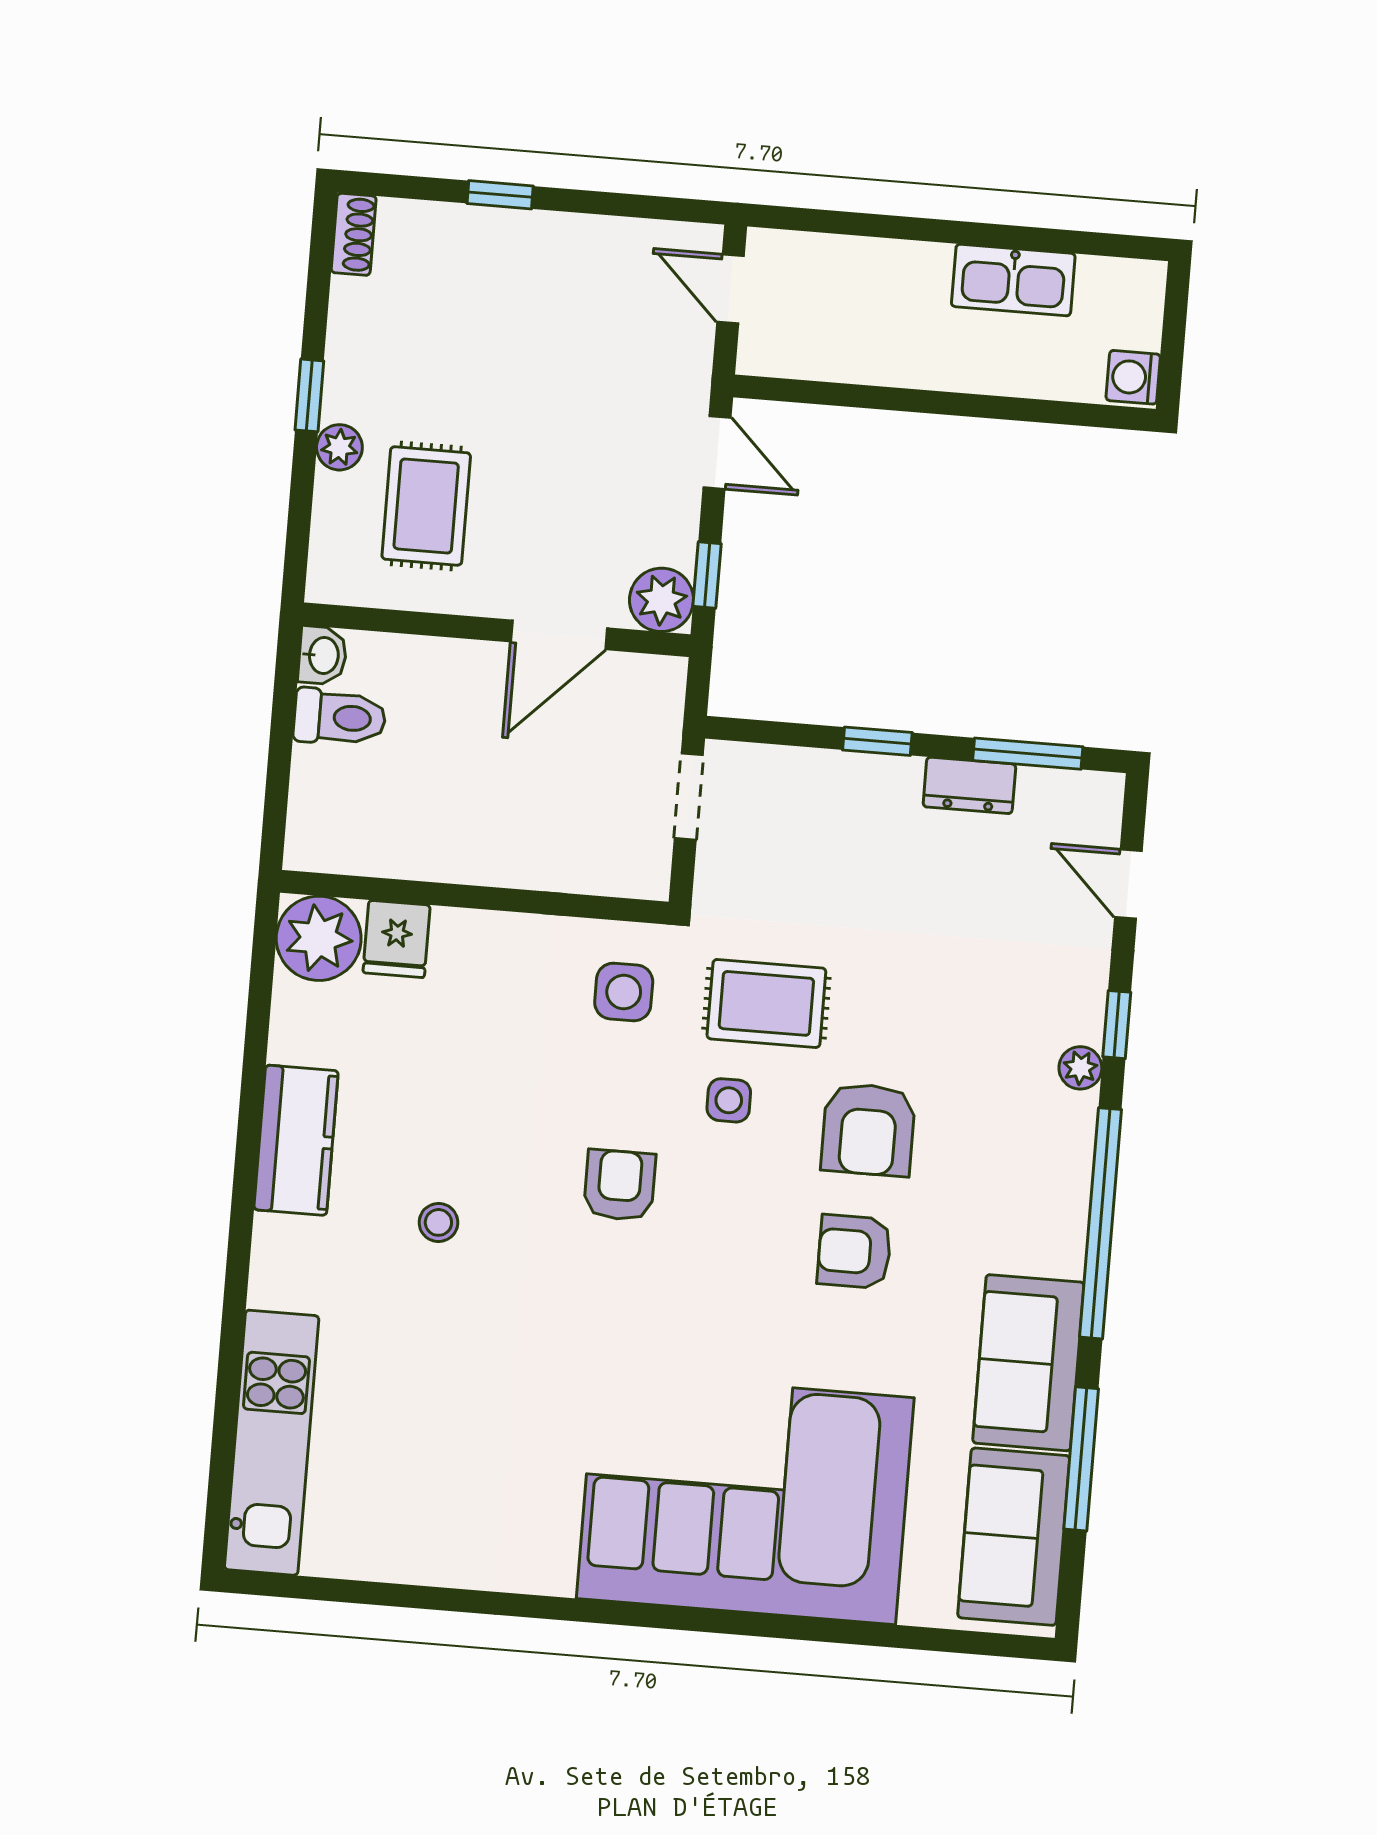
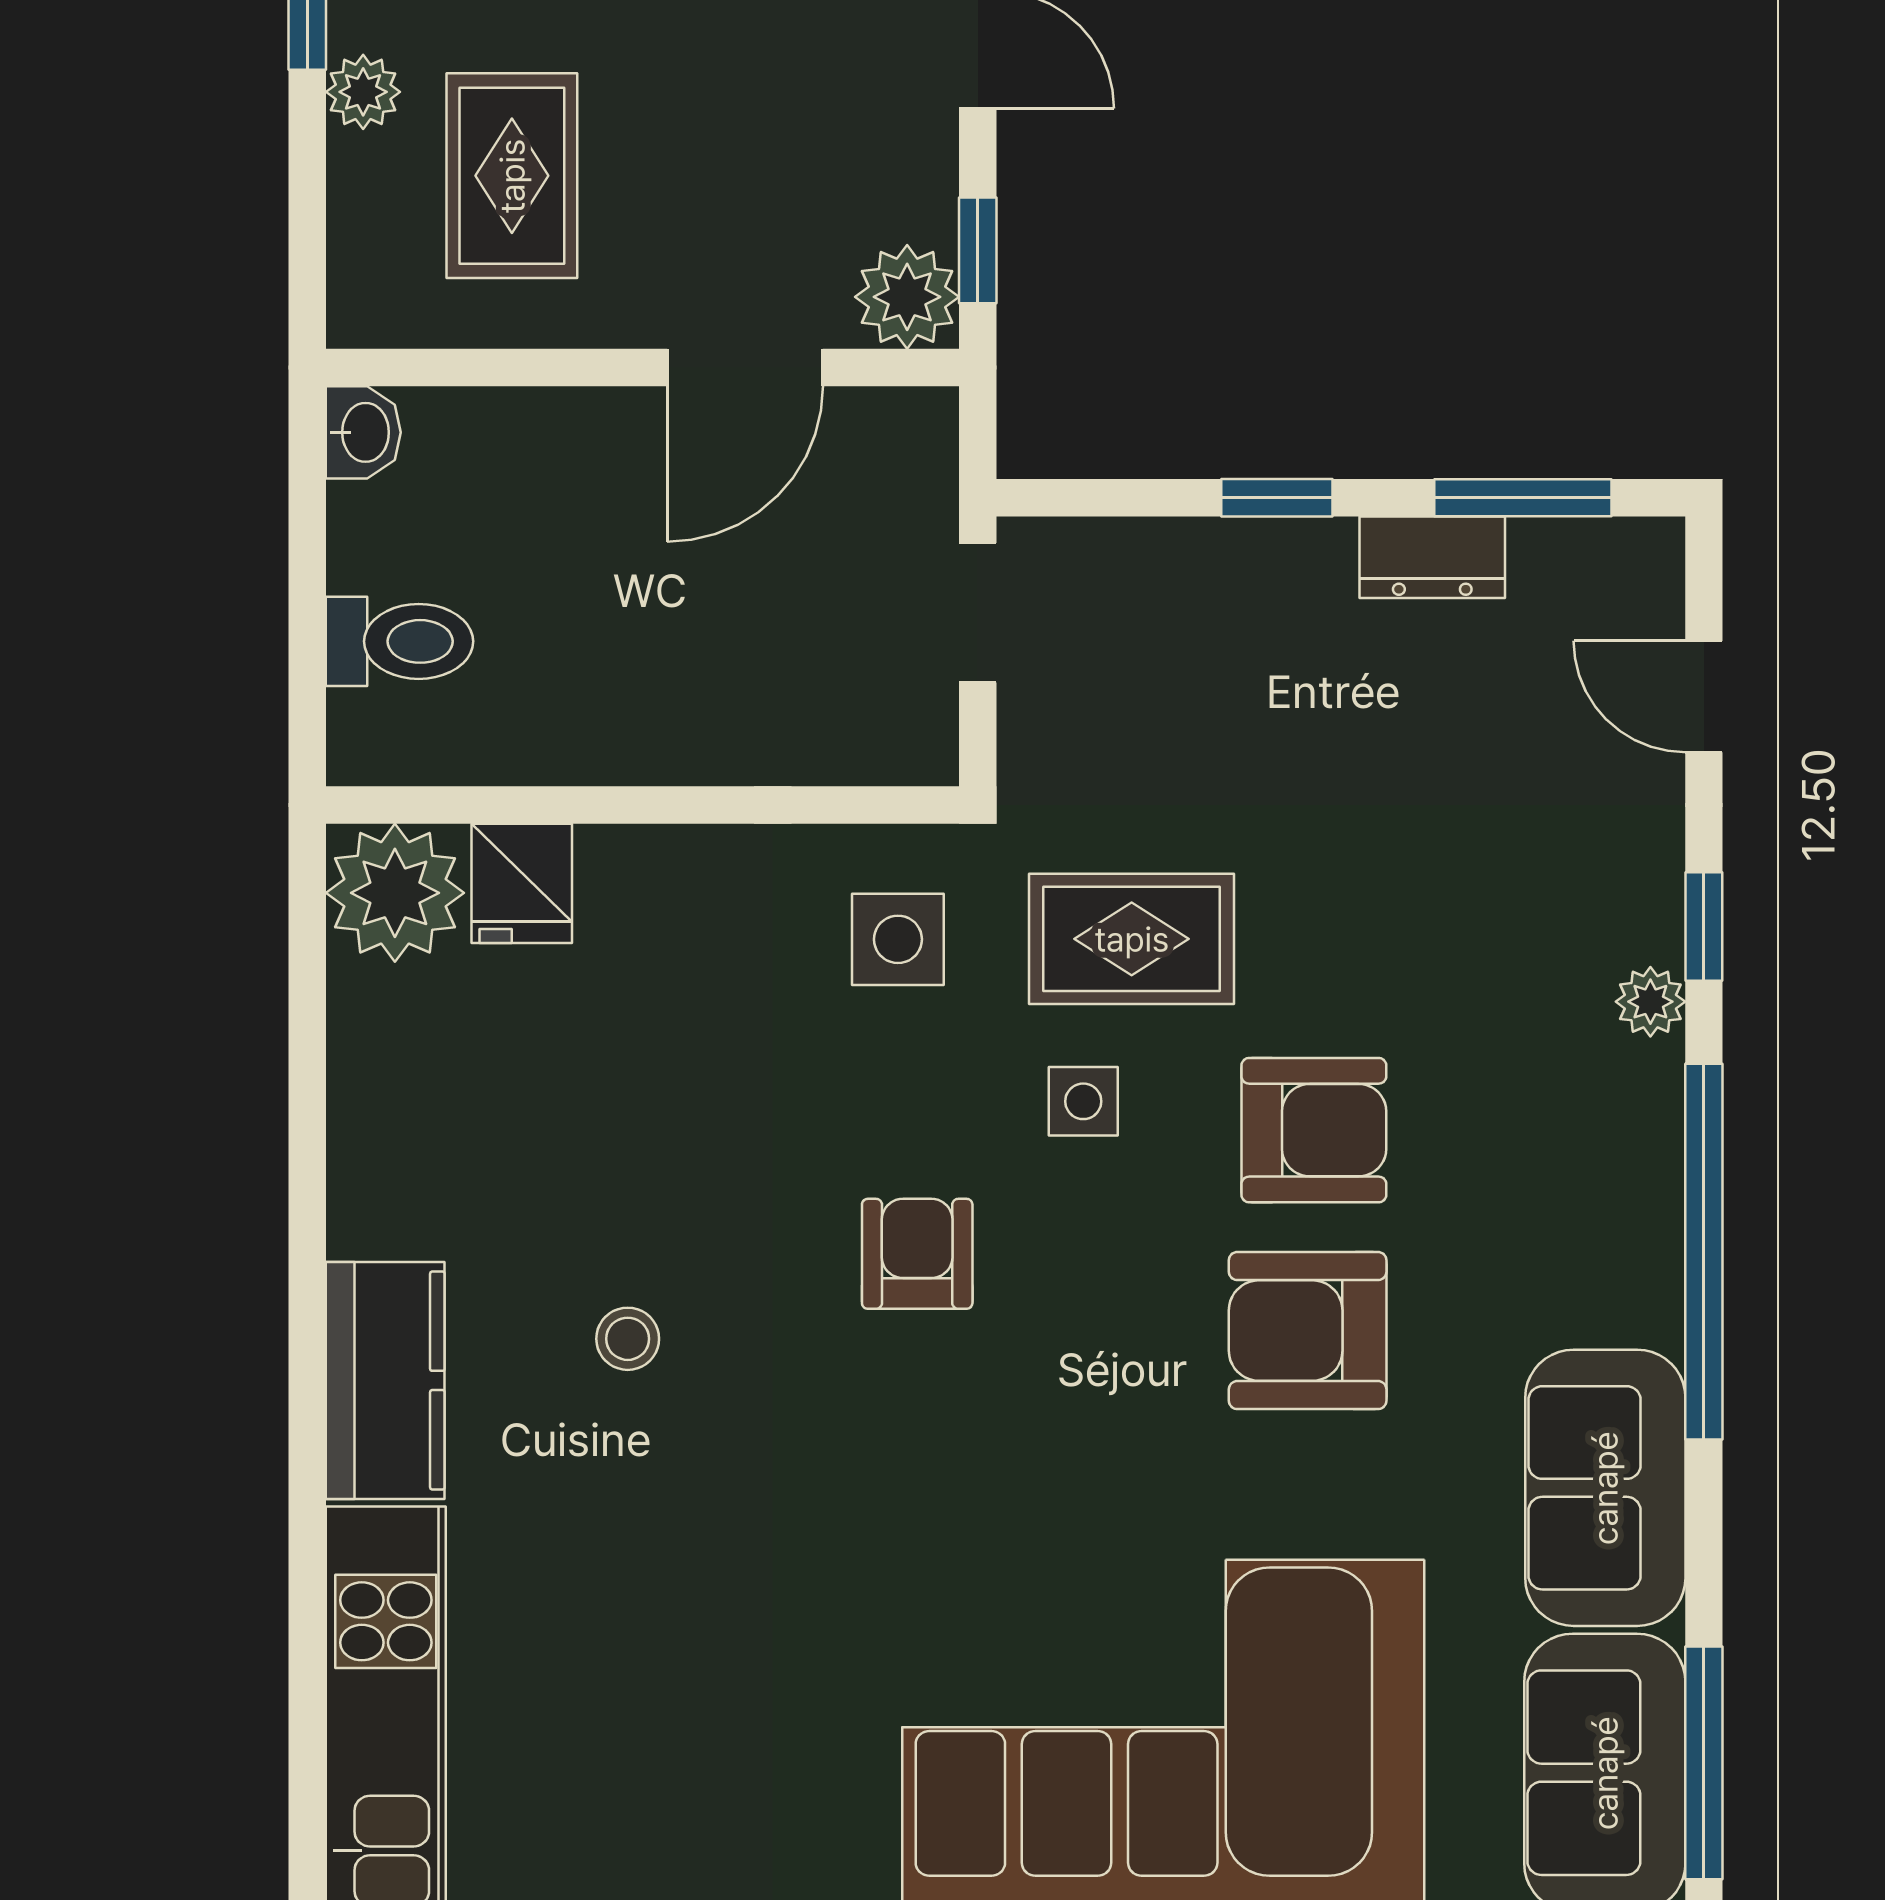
toilet: (340, 717) -> (400, 641), moved
armchair: (868, 1129) -> (1314, 1130), turned -90
kitchen counter: (296, 1140) -> (385, 1380), moved
armchair: (854, 1252) -> (1308, 1331), width x1.38, depth x1.38
window: (1081, 1459) -> (1704, 1763), moved

